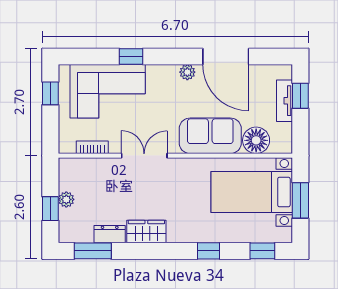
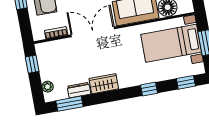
double door: (144, 156) -> (93, 32), width x1.37
plant: (66, 199) -> (48, 87), moved
window: (50, 209) -> (32, 64), moved

